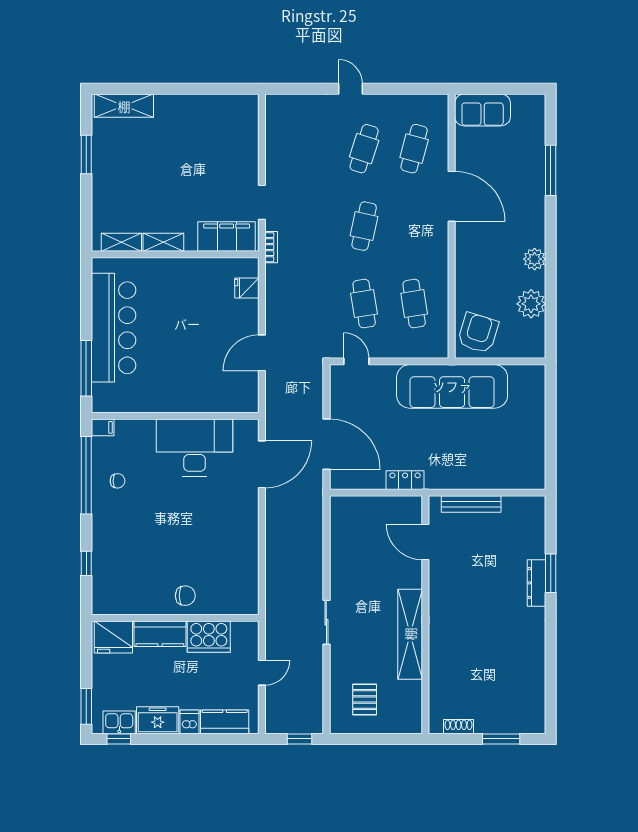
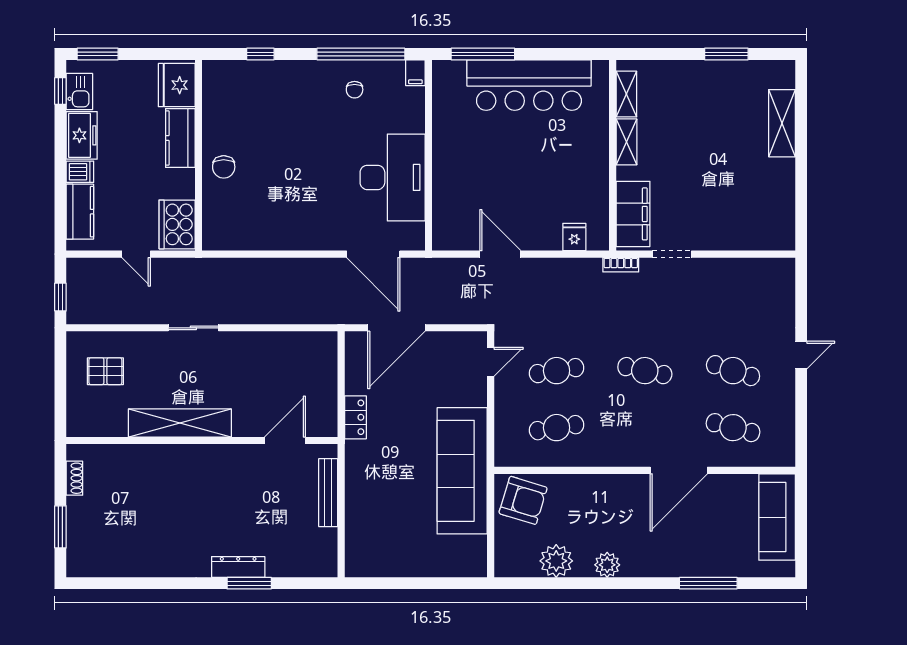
shelving: (124, 106) -> (782, 123), moved
sofa: (483, 110) -> (777, 517), width x1.36
cooker: (209, 637) -> (177, 224), moved

